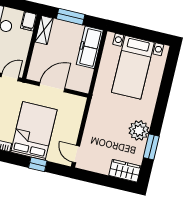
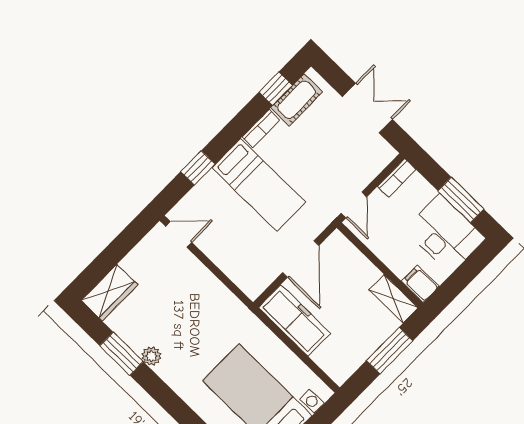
freezer: (90, 47) -> (294, 320), moved
plant: (139, 130) -> (151, 356), width x0.53, depth x0.53
bed: (34, 131) -> (259, 185), width x0.67

